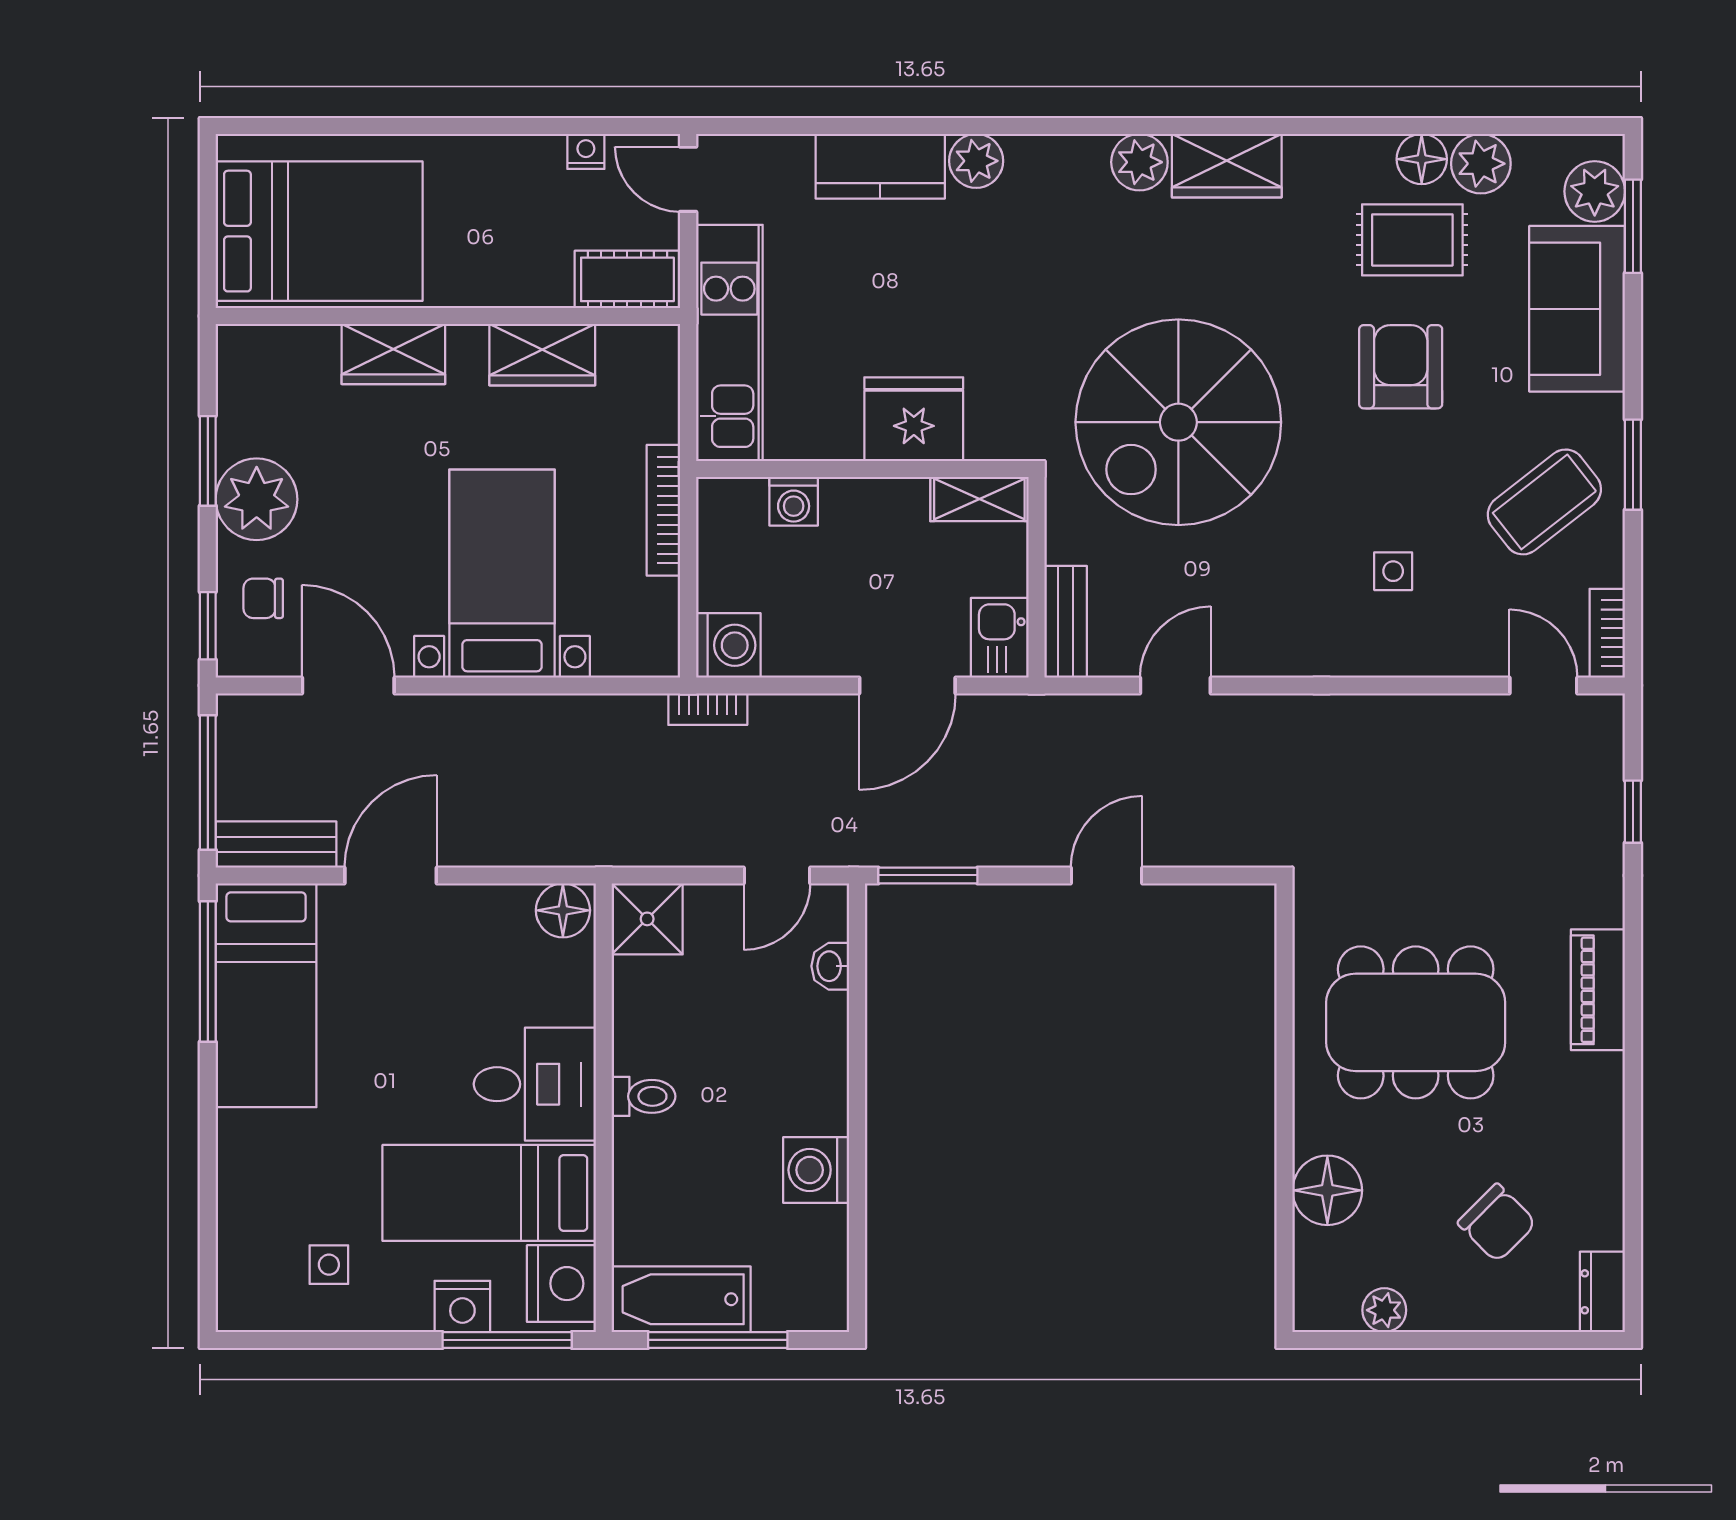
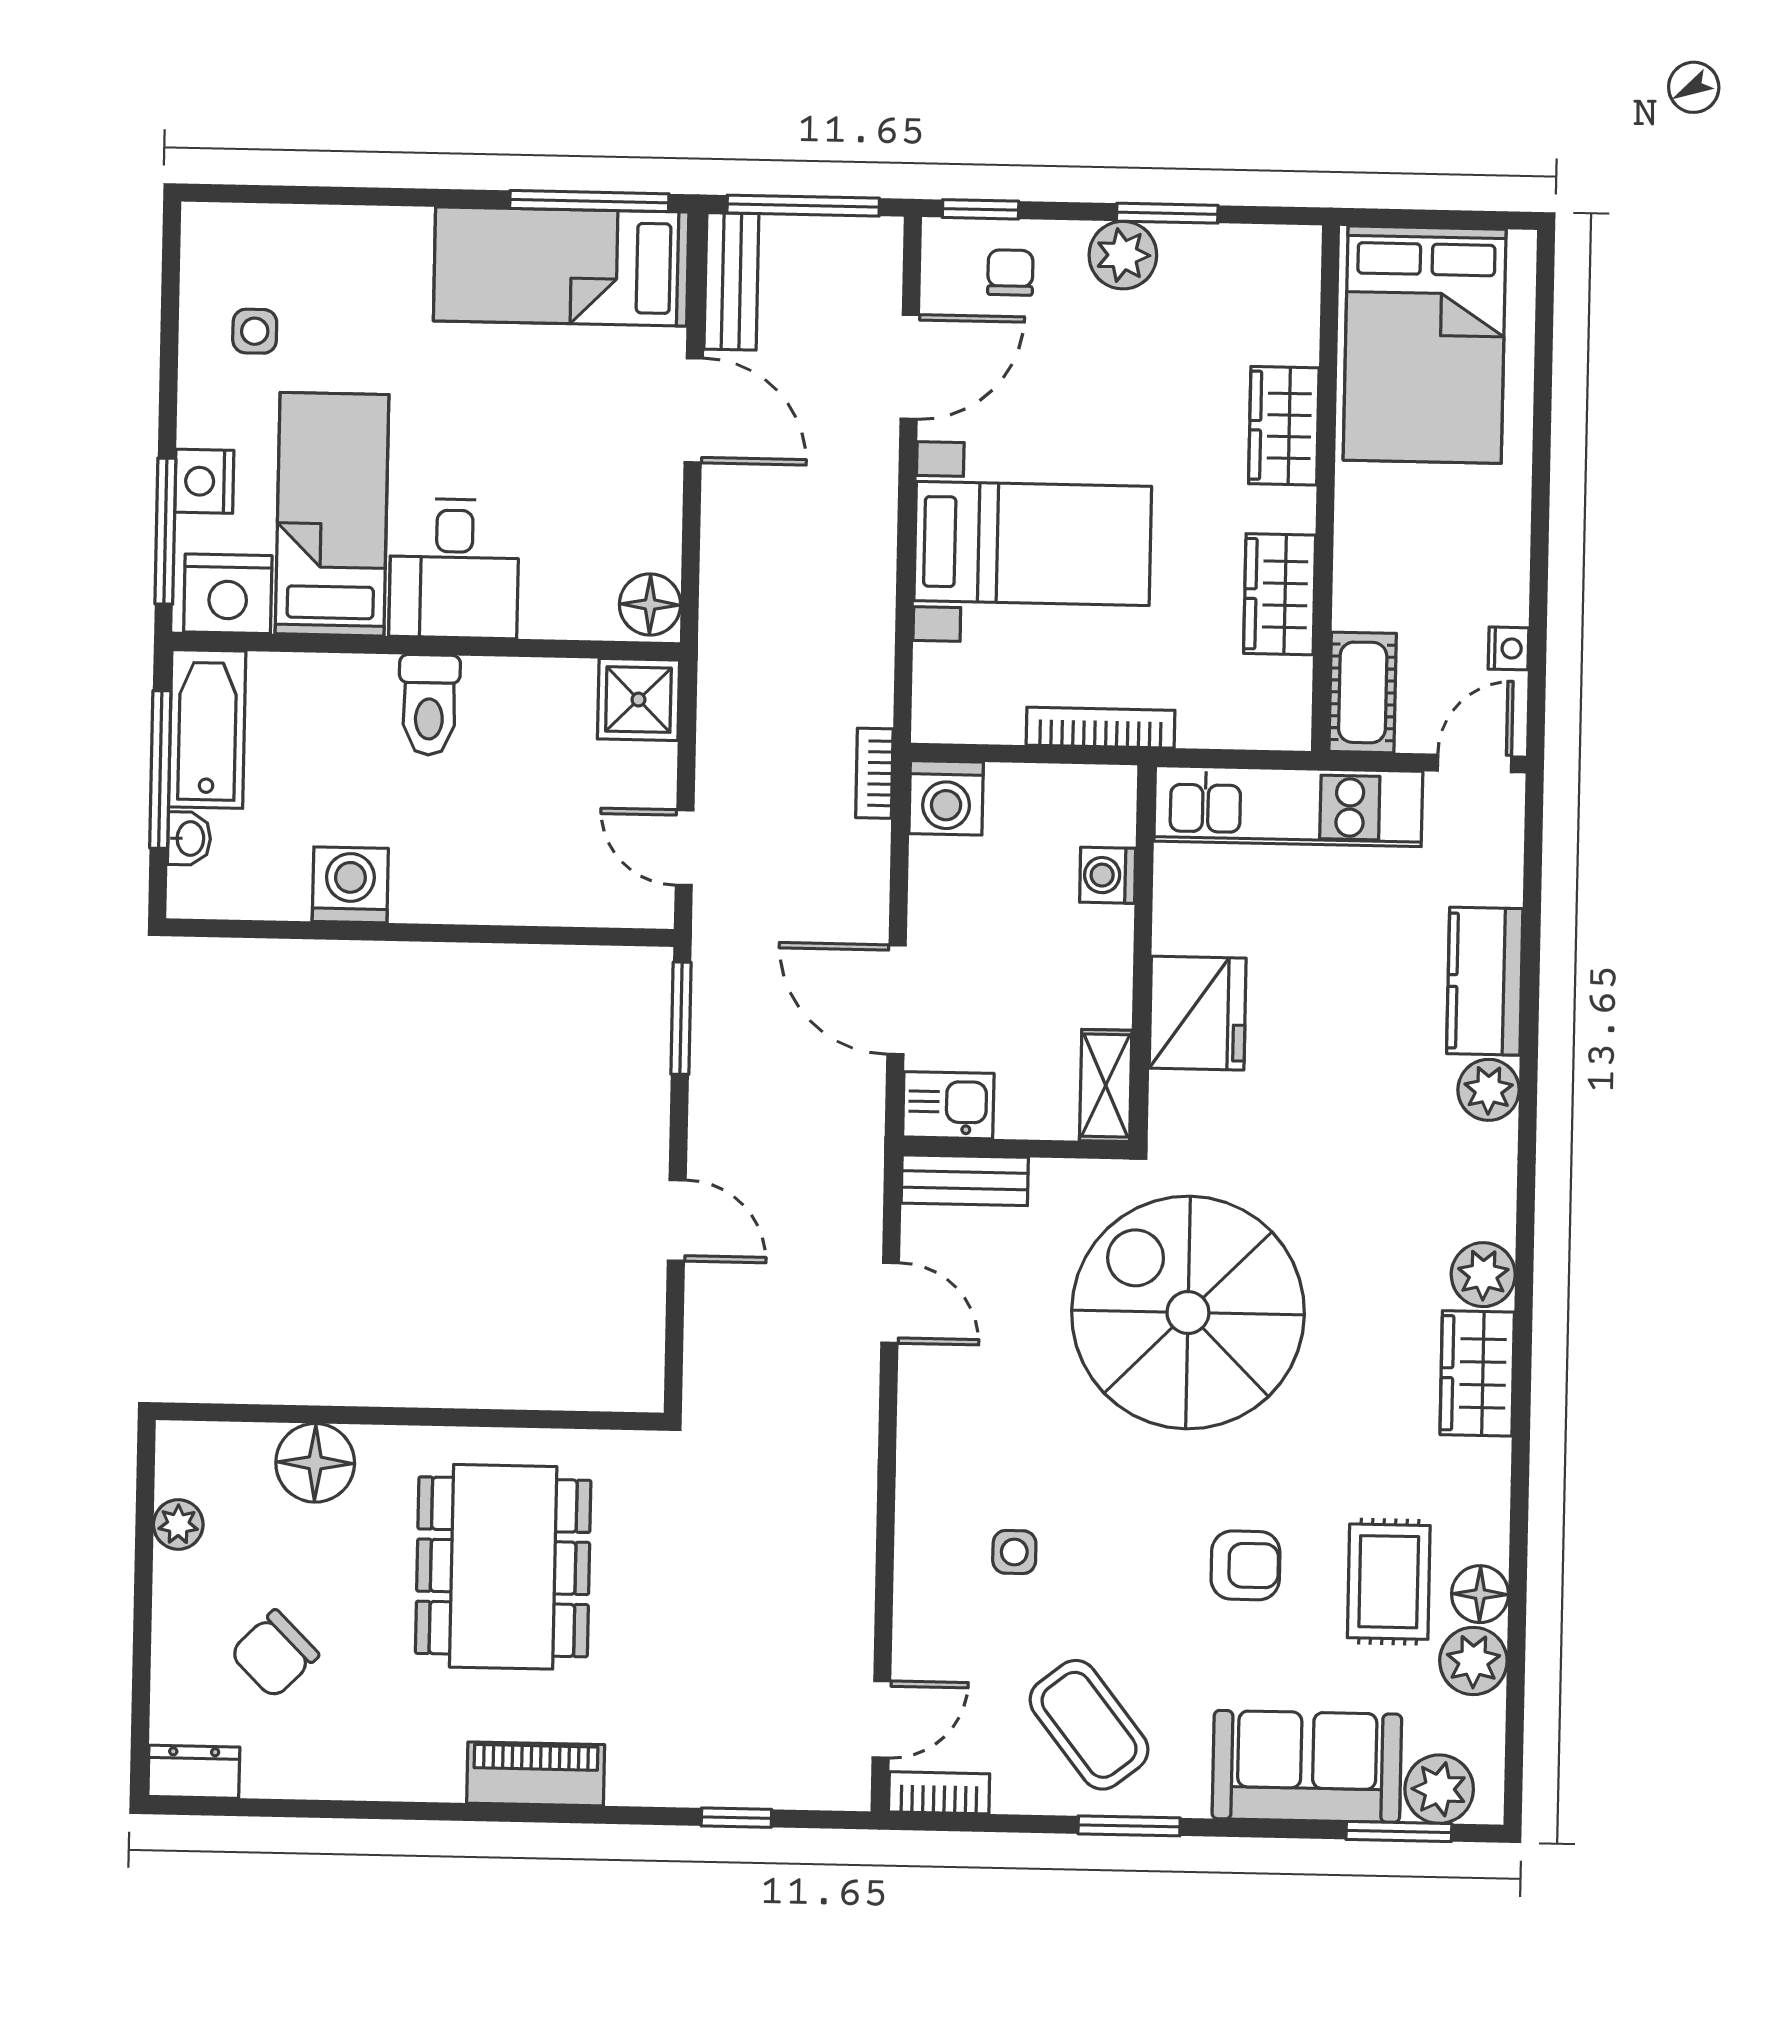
armchair: (1401, 367) -> (1245, 1565), width x0.72, depth x0.72
plant: (257, 499) -> (1123, 255), width x0.73, depth x0.73
washbasin: (830, 966) -> (189, 839), moved, turned 90
toilet: (643, 1096) -> (429, 705), width x1.37, depth x1.39

